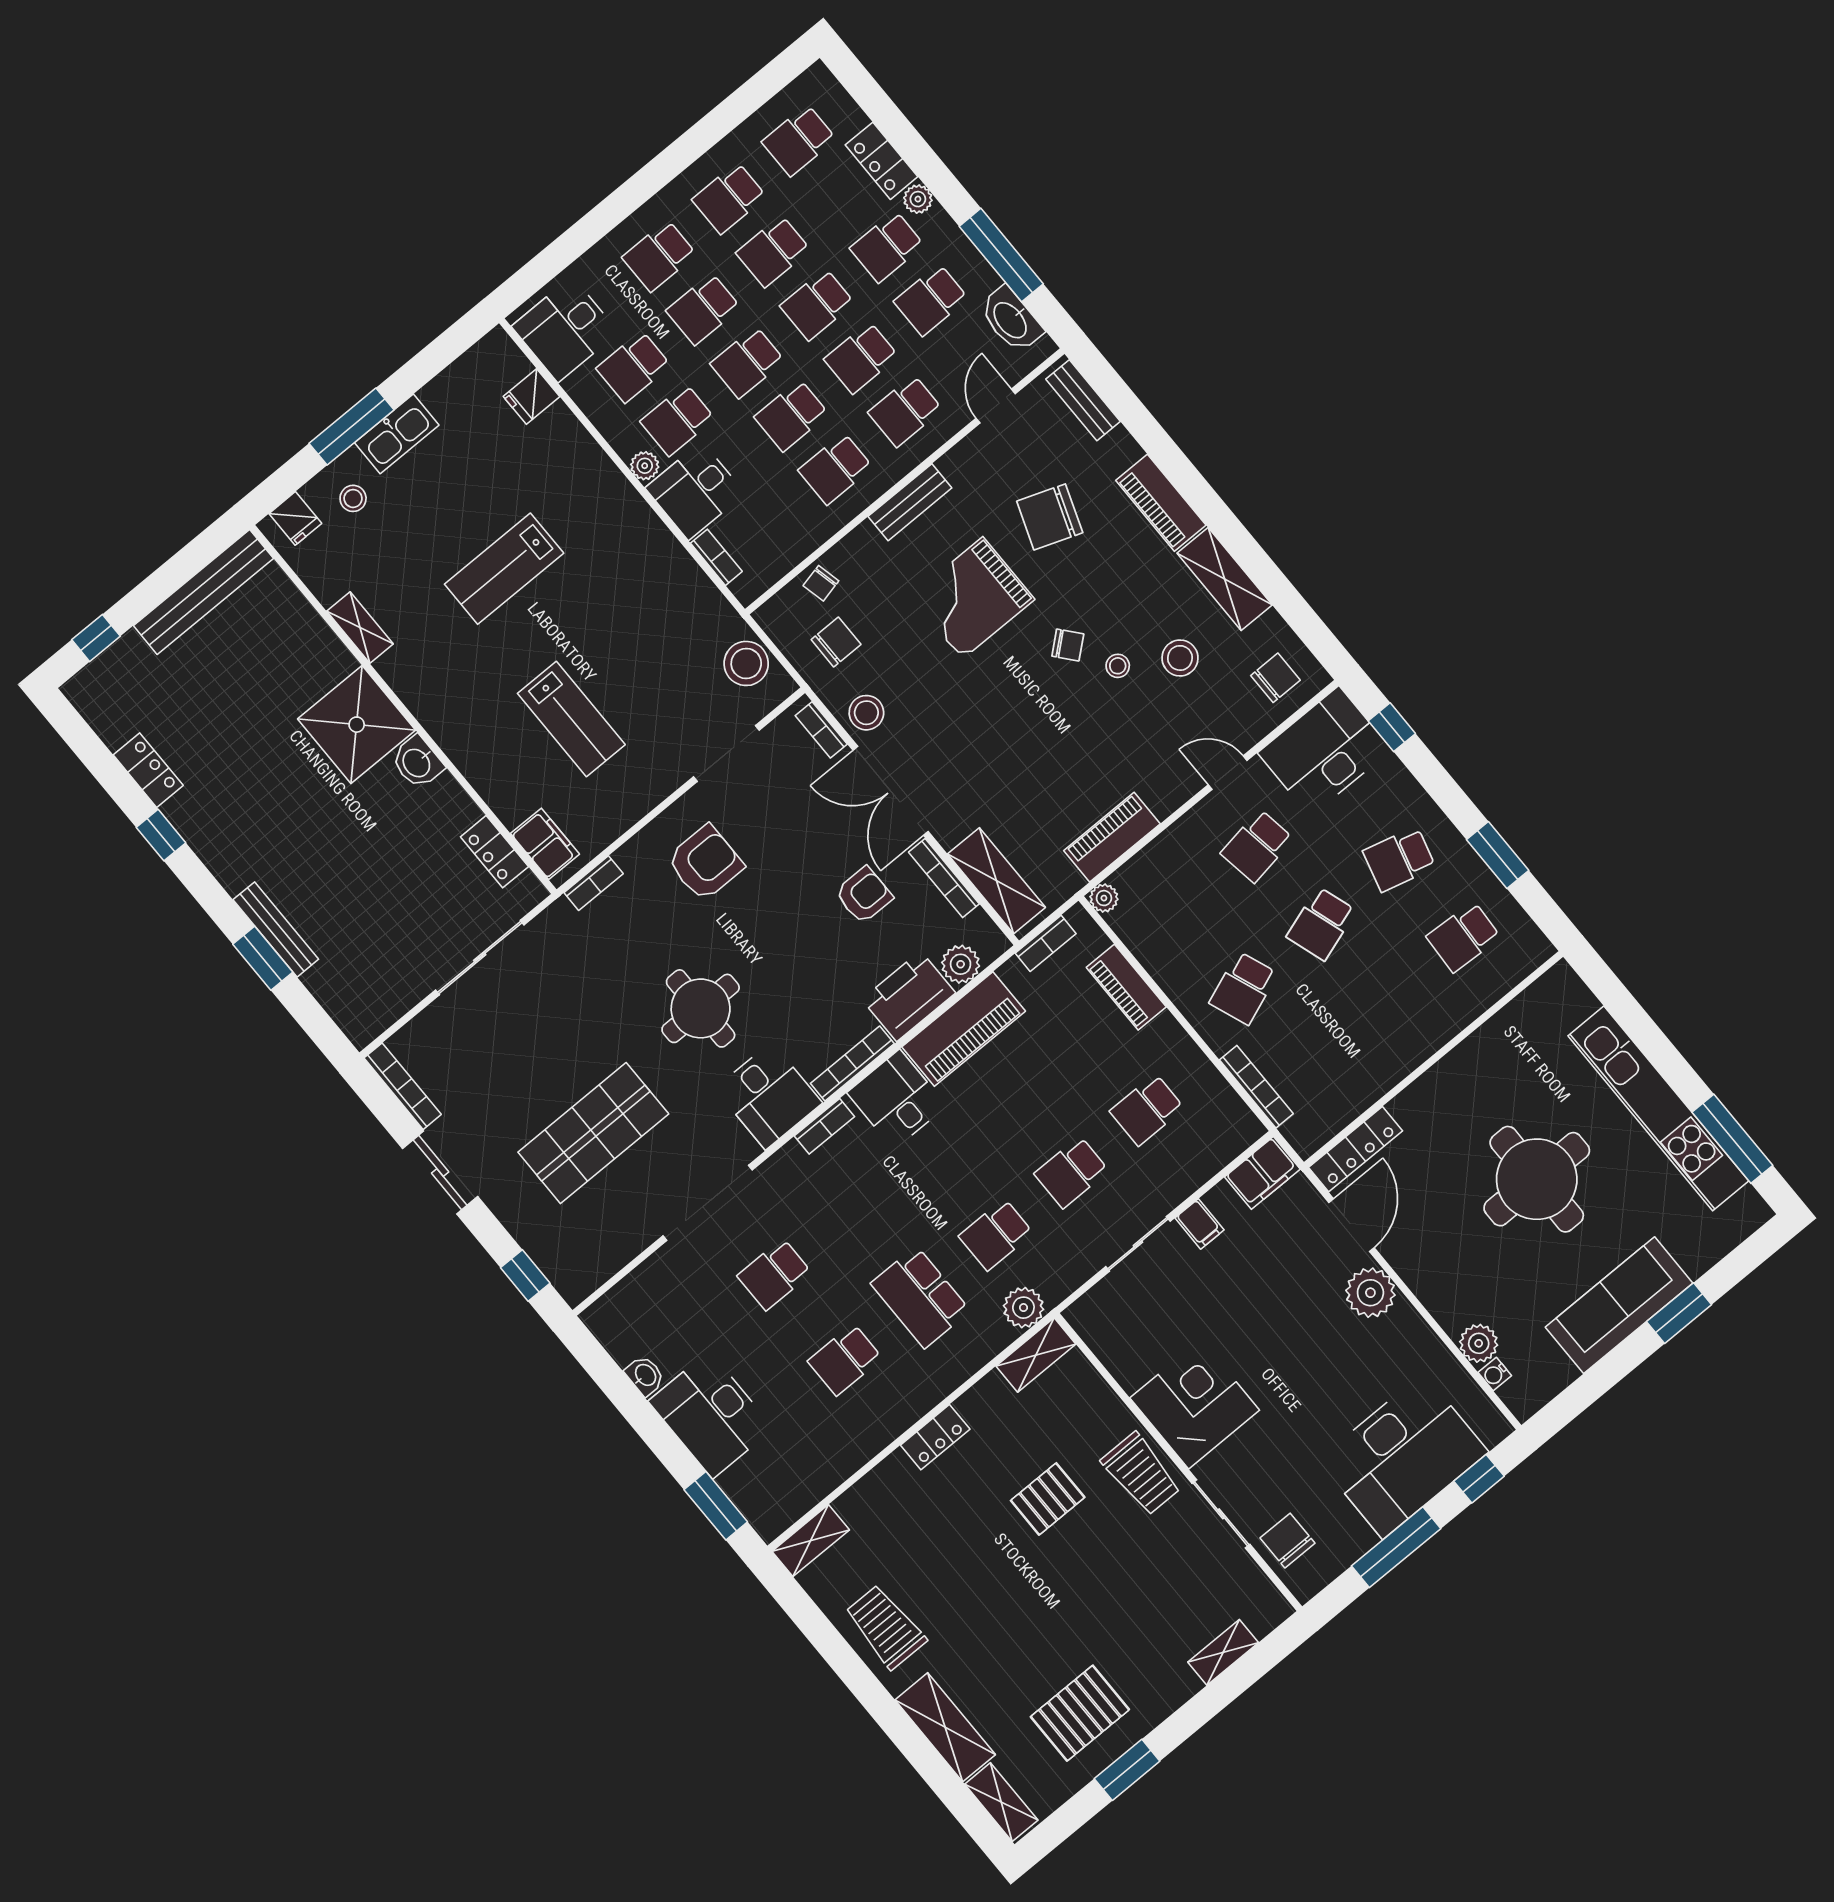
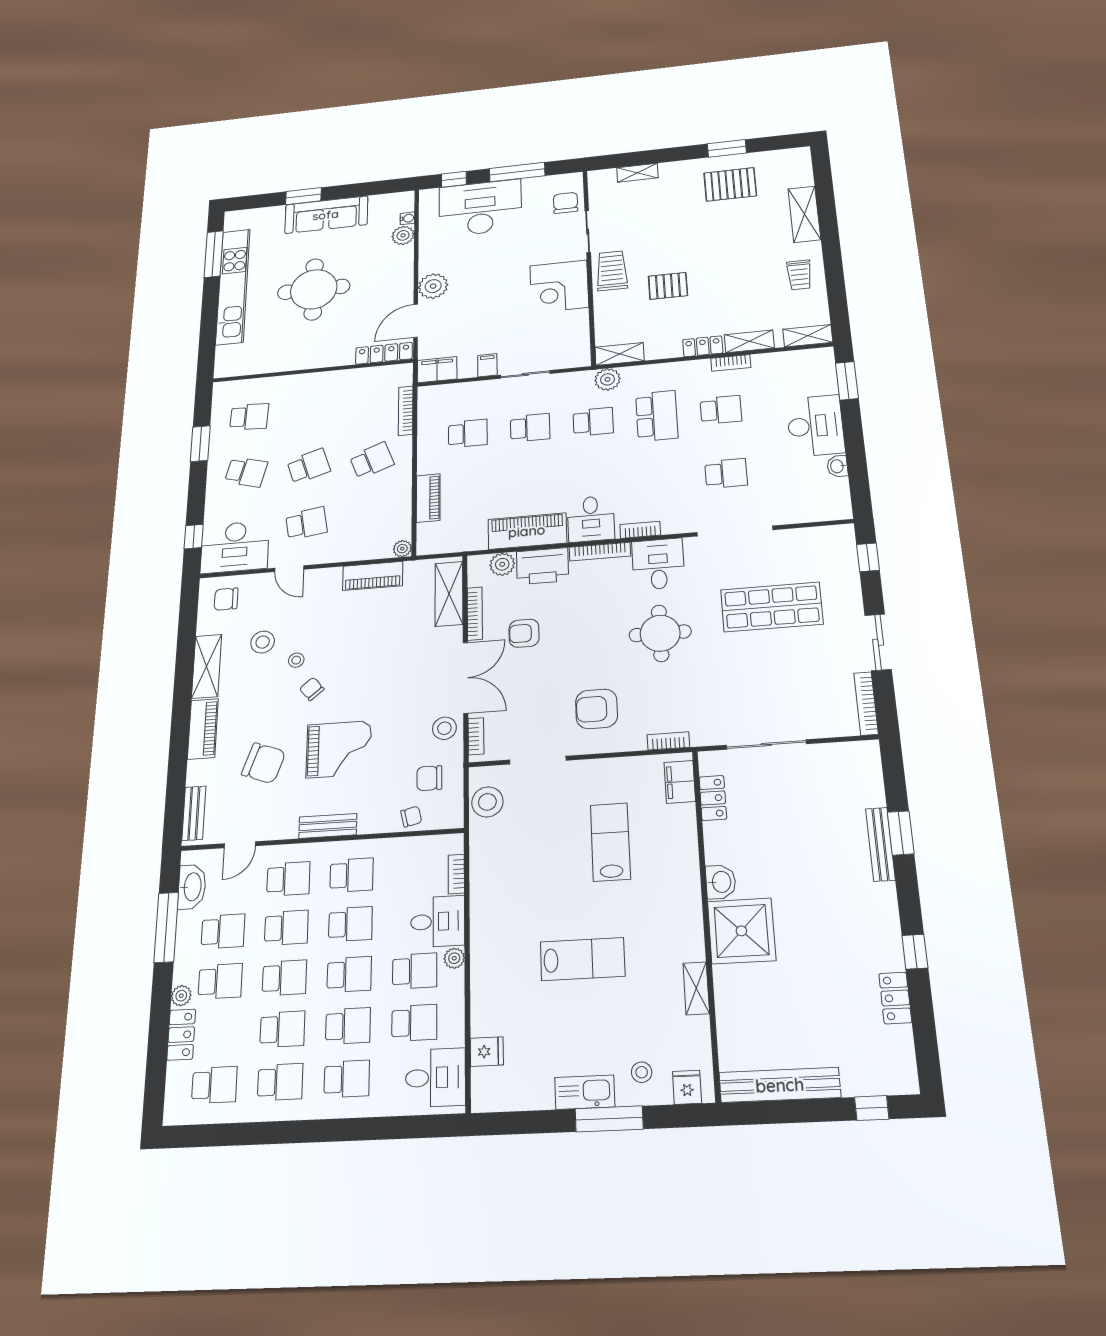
bookcase: (1046, 943) -> (731, 363), moved, turned 180
chair: (1288, 1541) -> (566, 203), turned 180
trolley: (886, 1627) -> (799, 275), width x0.73, depth x0.72
shelving: (1001, 1802) -> (749, 341), moved, turned 90

